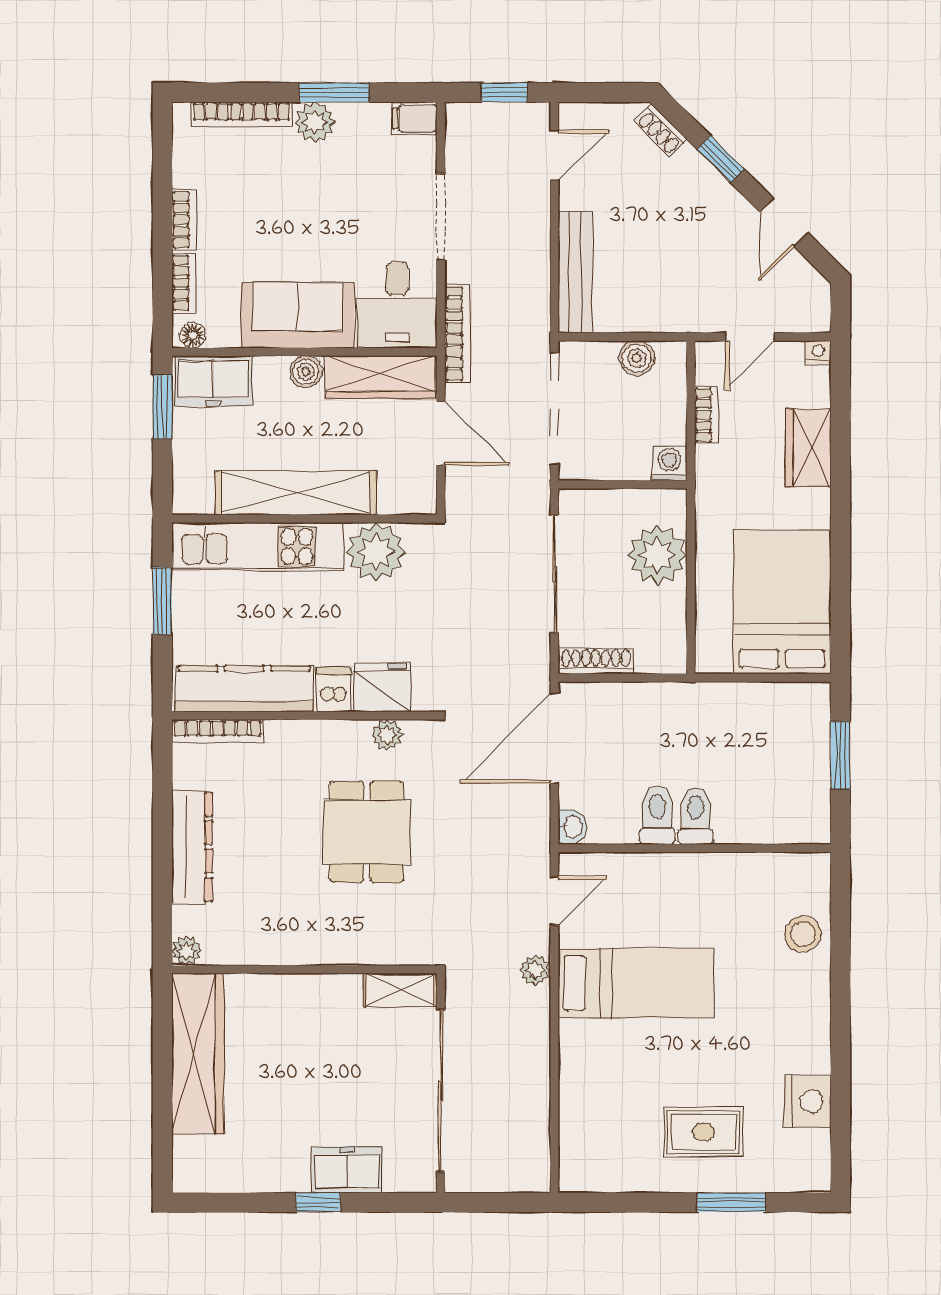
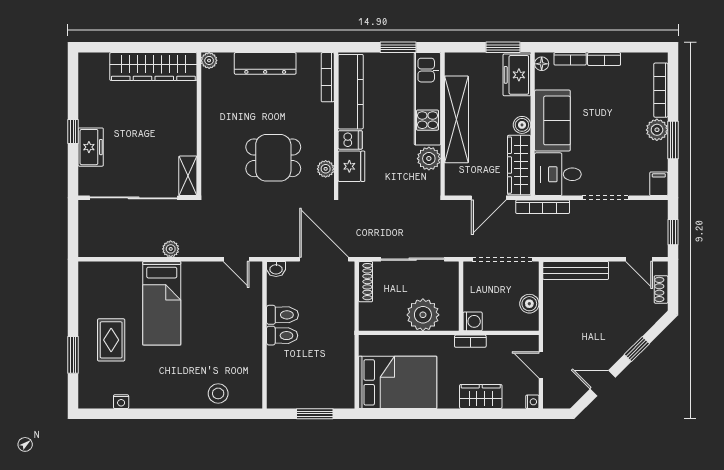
shoe rack: (661, 131) -> (661, 289), moved, turned -45
bookcase: (706, 415) -> (470, 341), moved
plant: (376, 552) -> (429, 159), width x0.73, depth x0.73
plant: (535, 970) -> (171, 249), moved
bed: (636, 983) -> (162, 303), moved
nightstand: (808, 1101) -> (121, 402), width x0.53, depth x0.56

